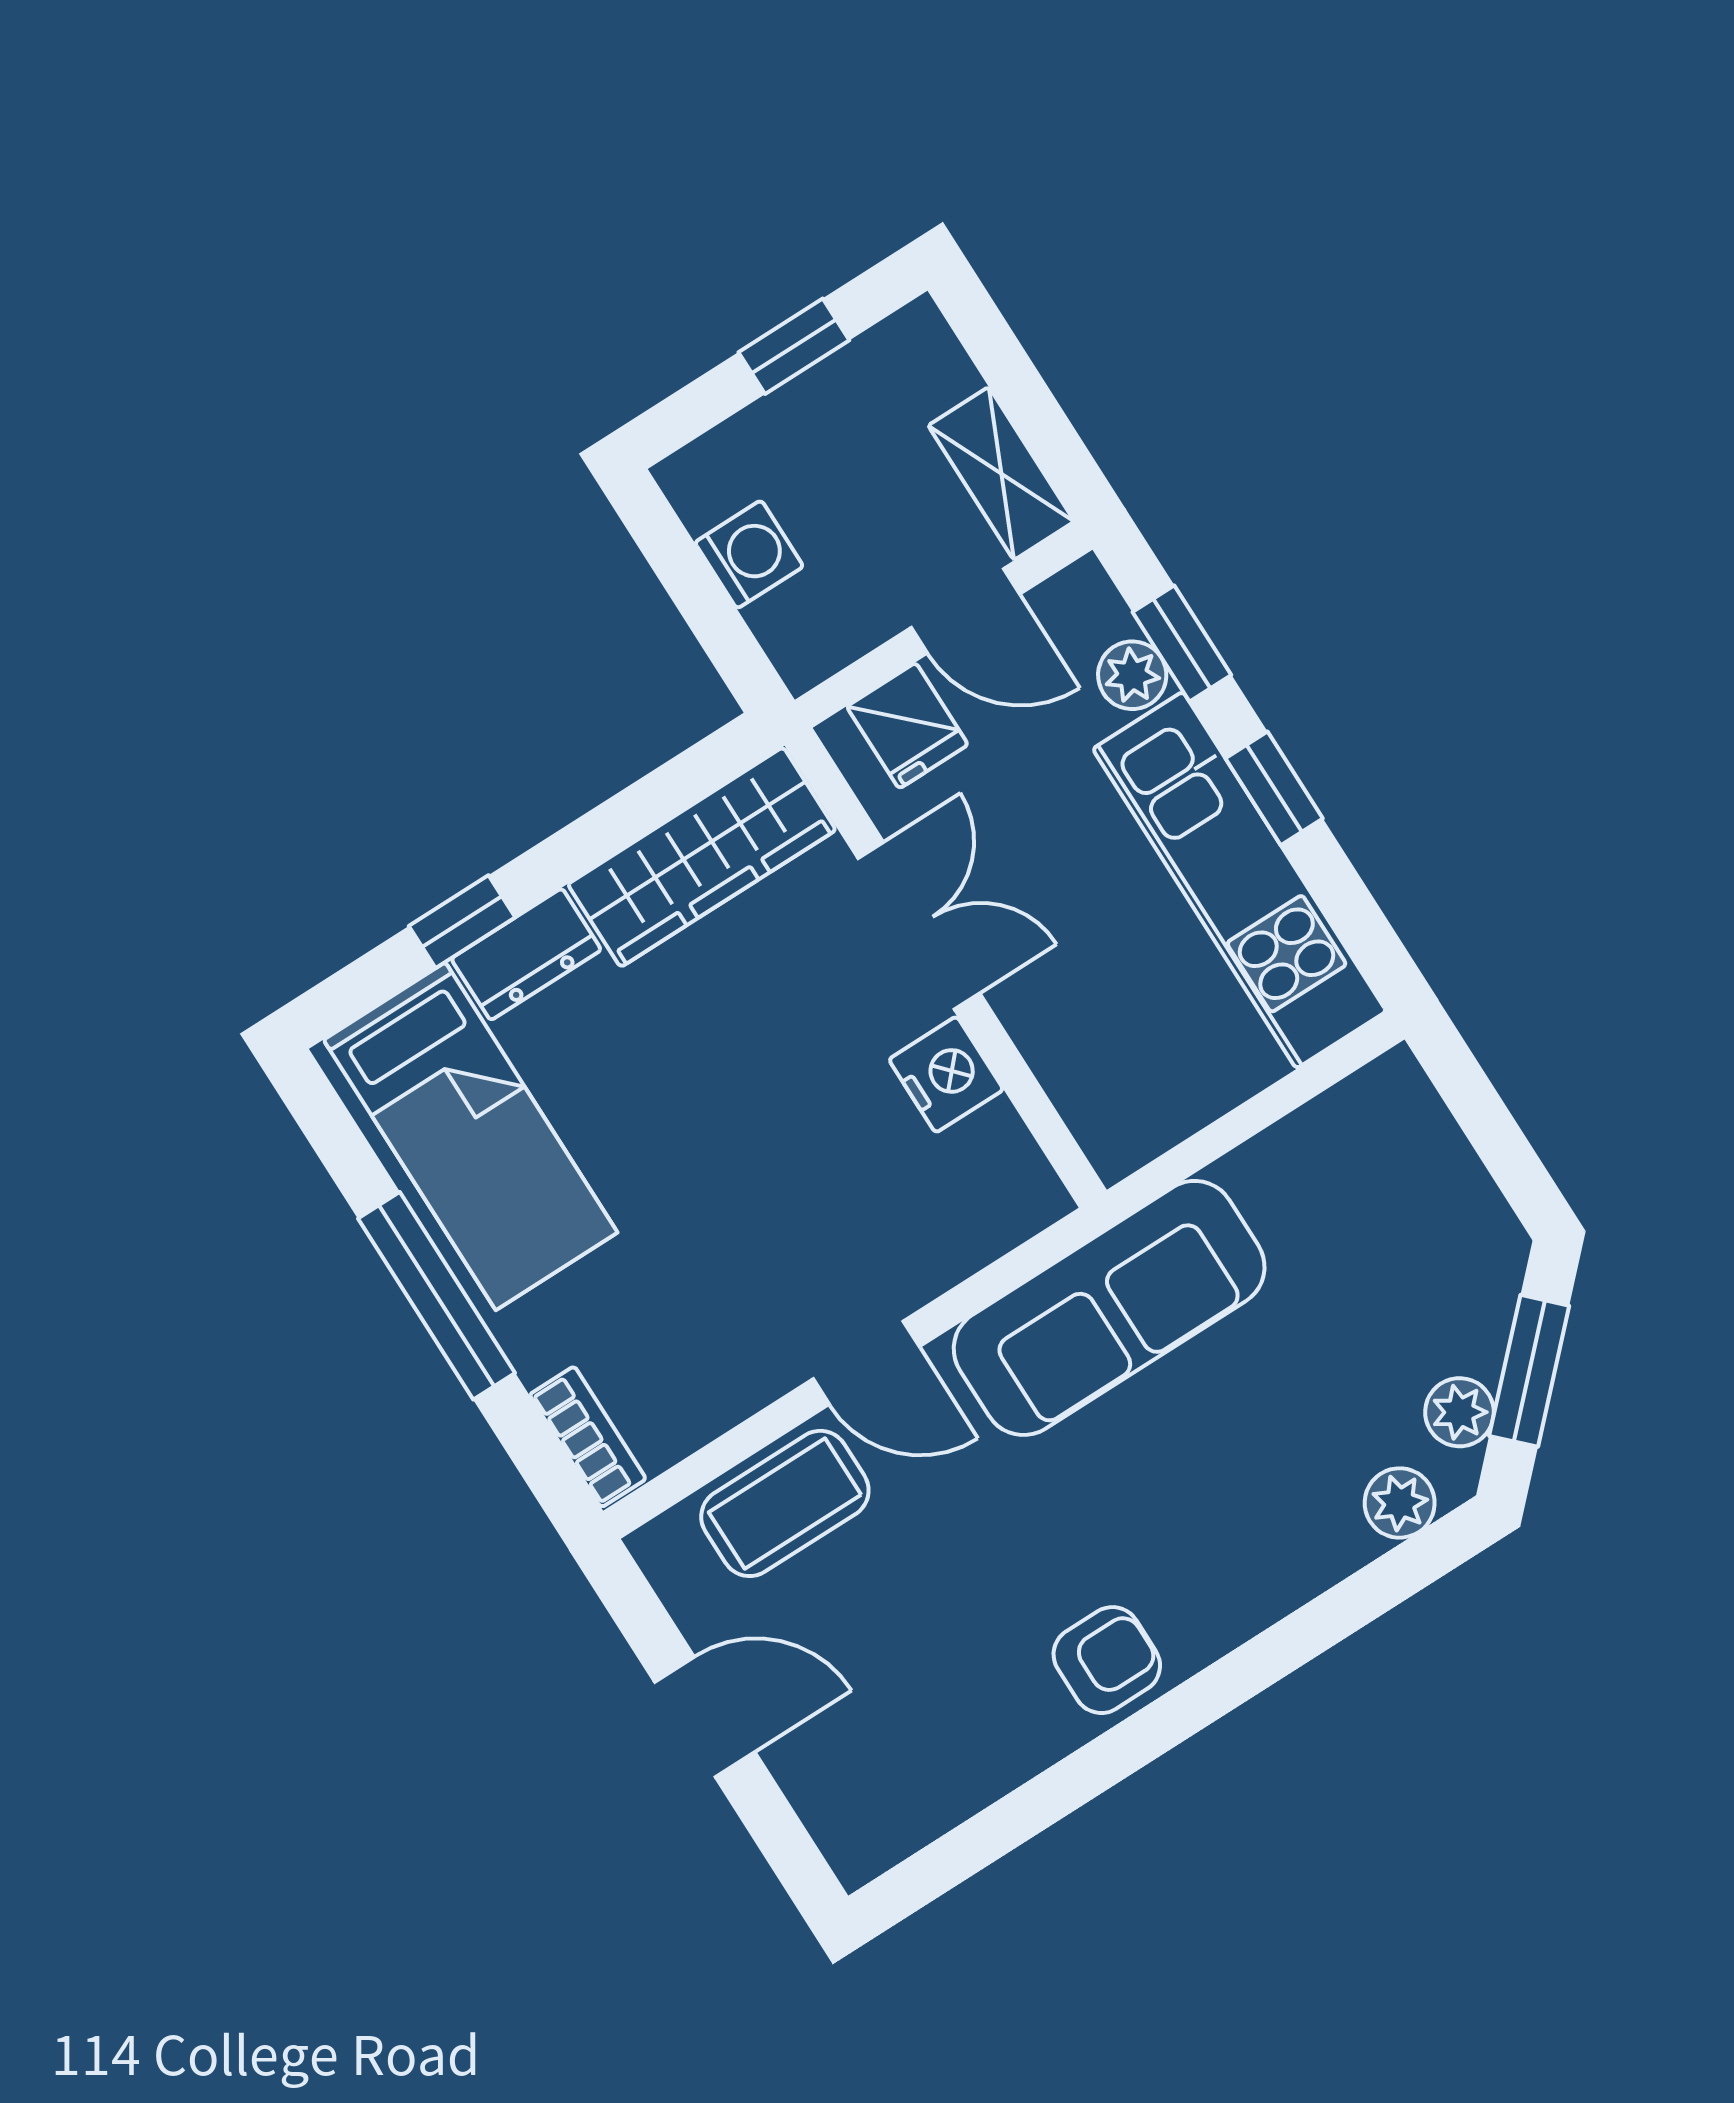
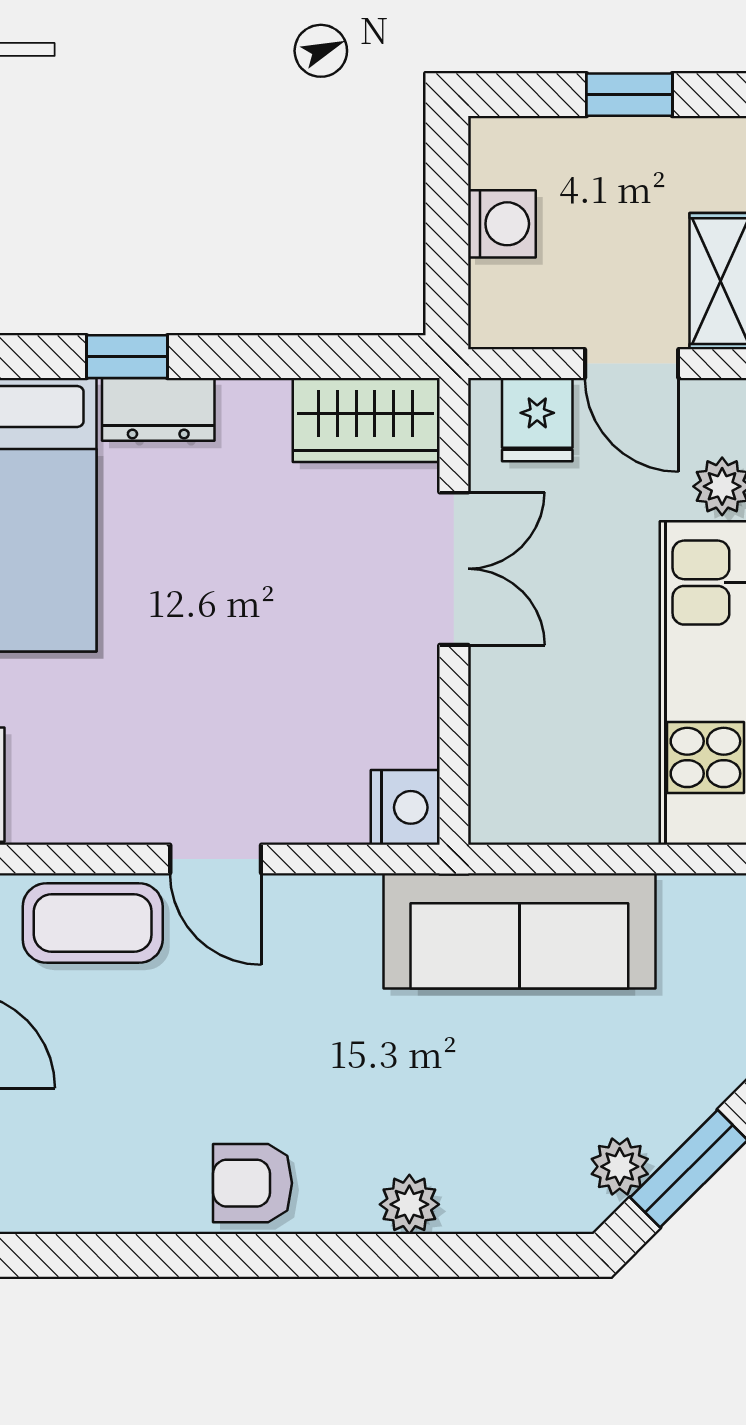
wardrobe: (702, 857) -> (365, 420), width x0.67
nightstand: (946, 1074) -> (405, 807), moved
sofa: (1109, 1308) -> (519, 931), moved
plant: (1400, 1503) -> (409, 1204), moved
armchair: (1107, 1660) -> (252, 1183), turned 180

